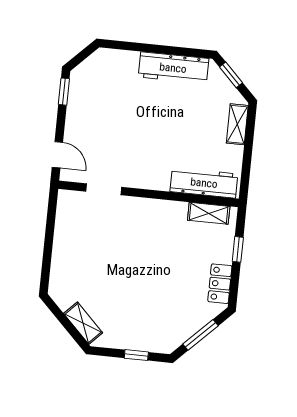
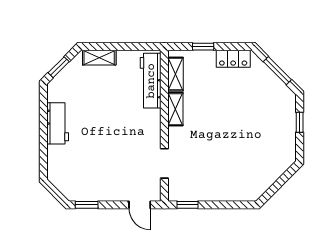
workbench: (173, 68) -> (58, 123), width x0.73
door: (57, 155) -> (140, 205), swing flipped
window: (52, 212) -> (188, 205), added
shelving: (83, 323) -> (175, 109), moved, turned -45

